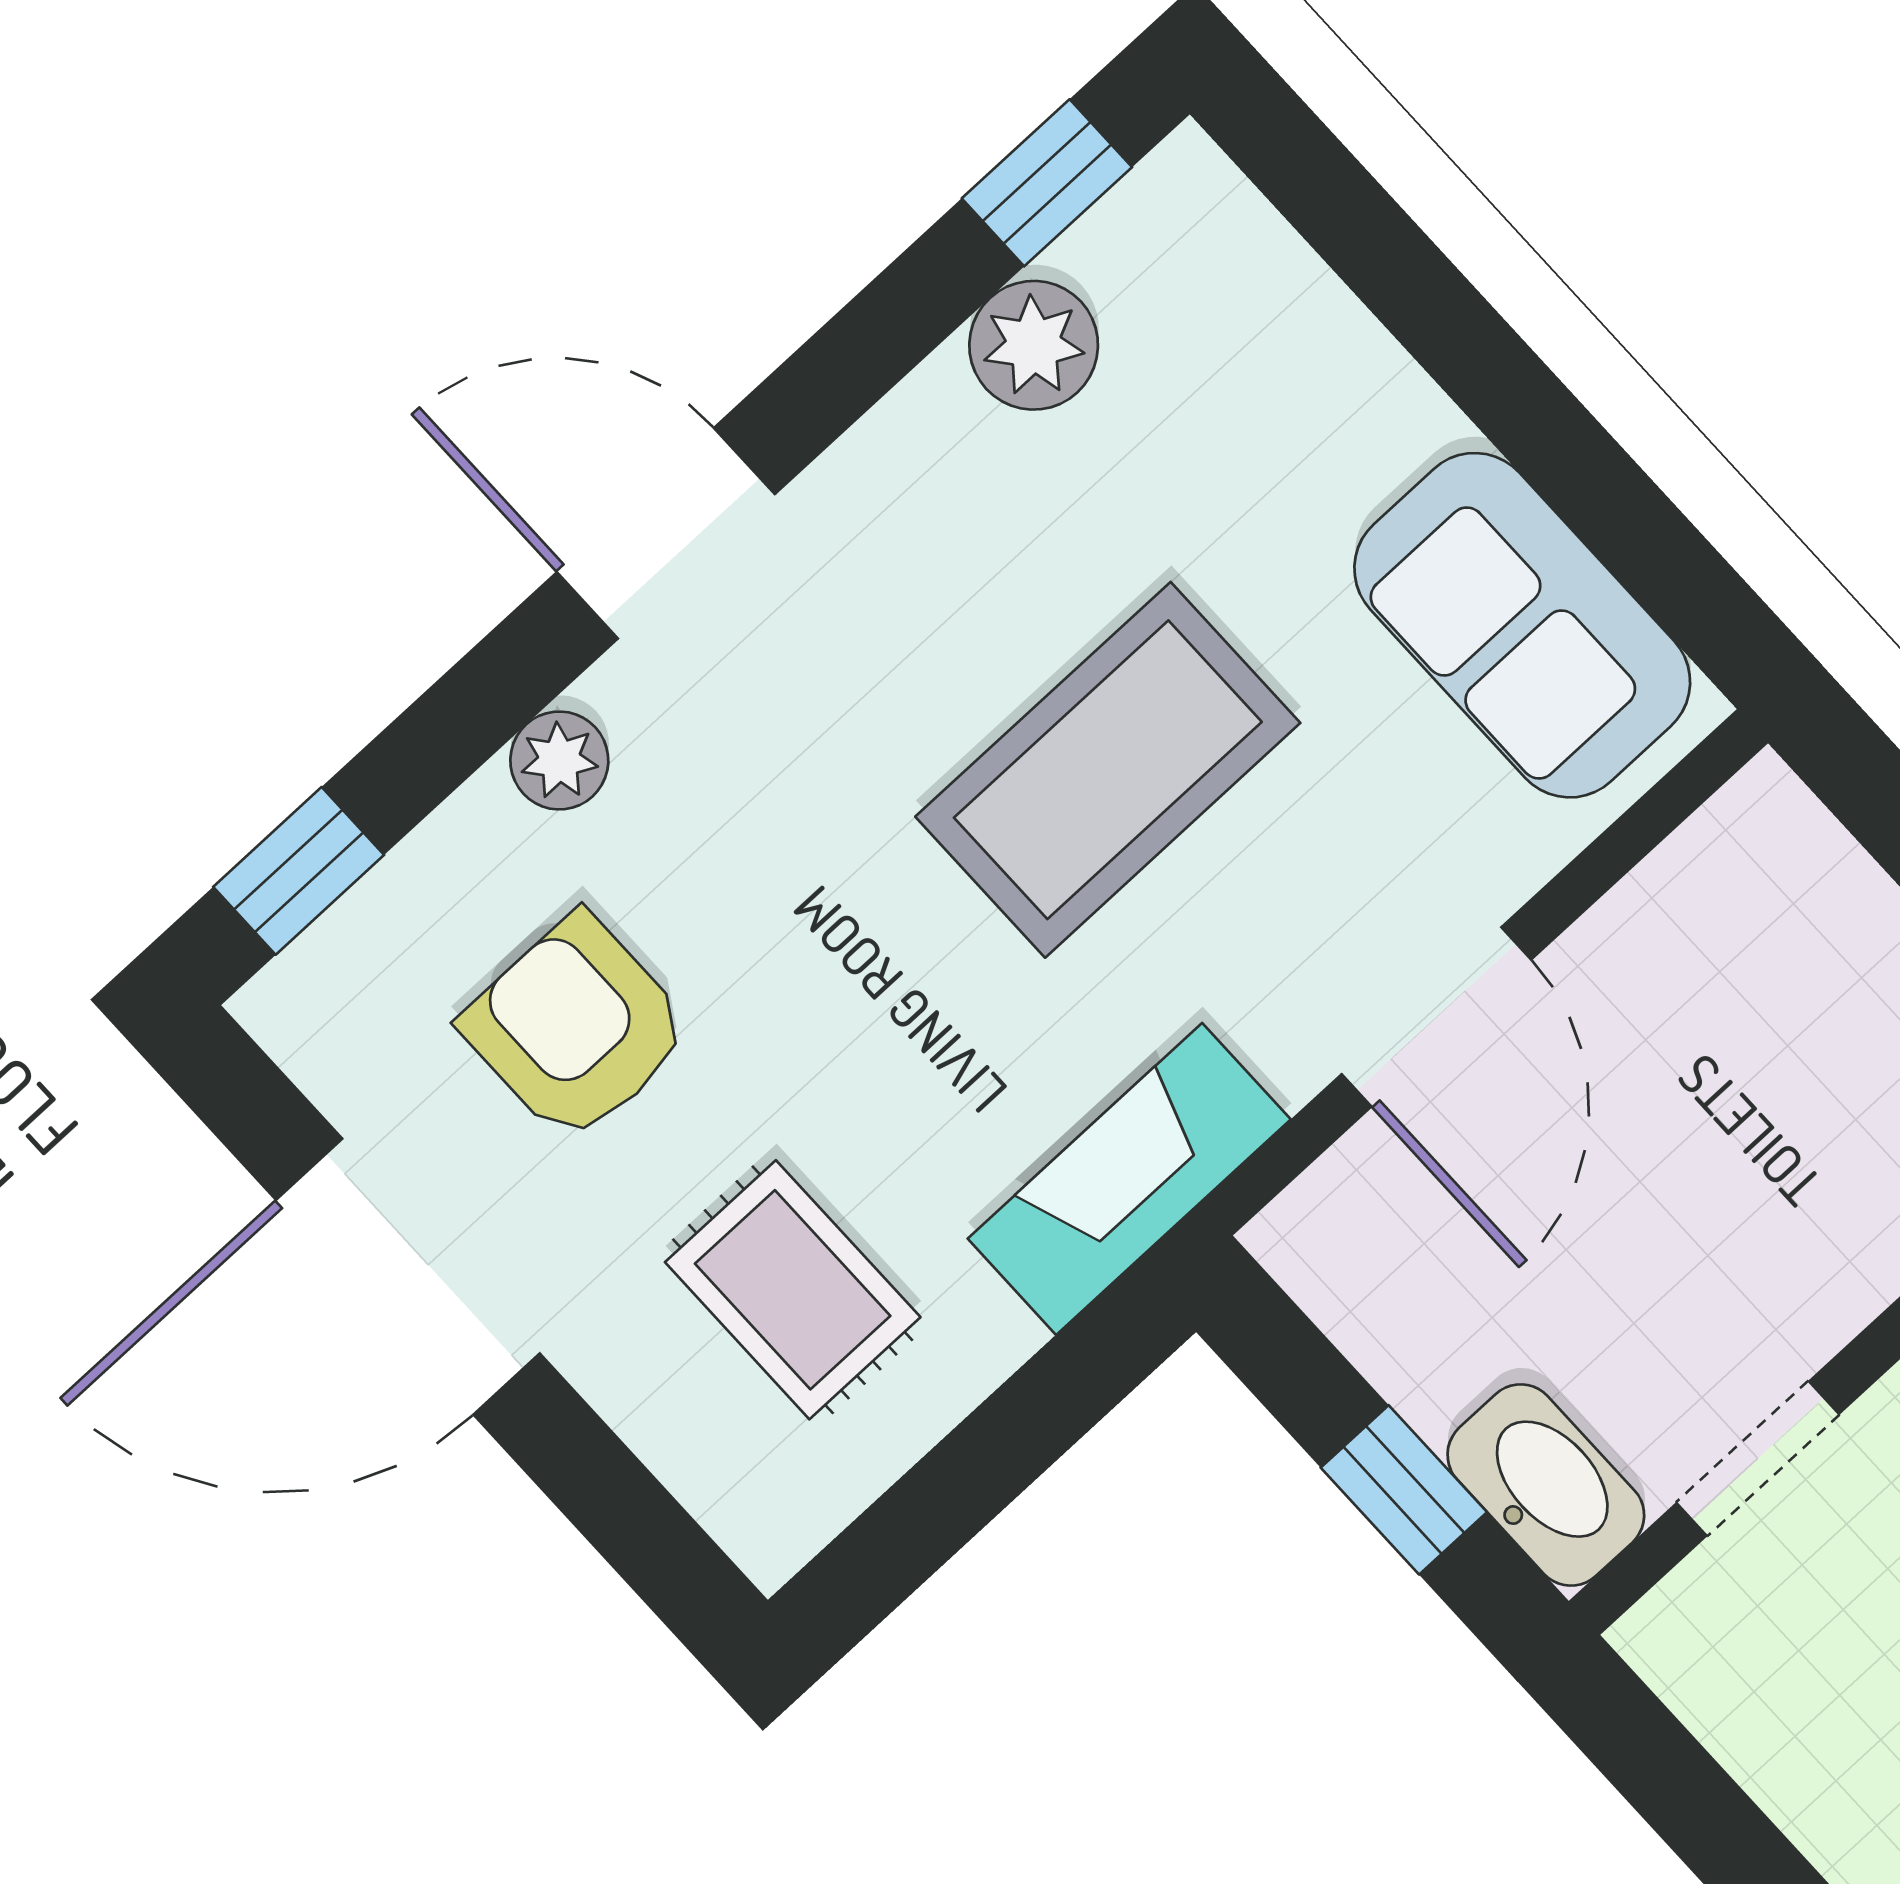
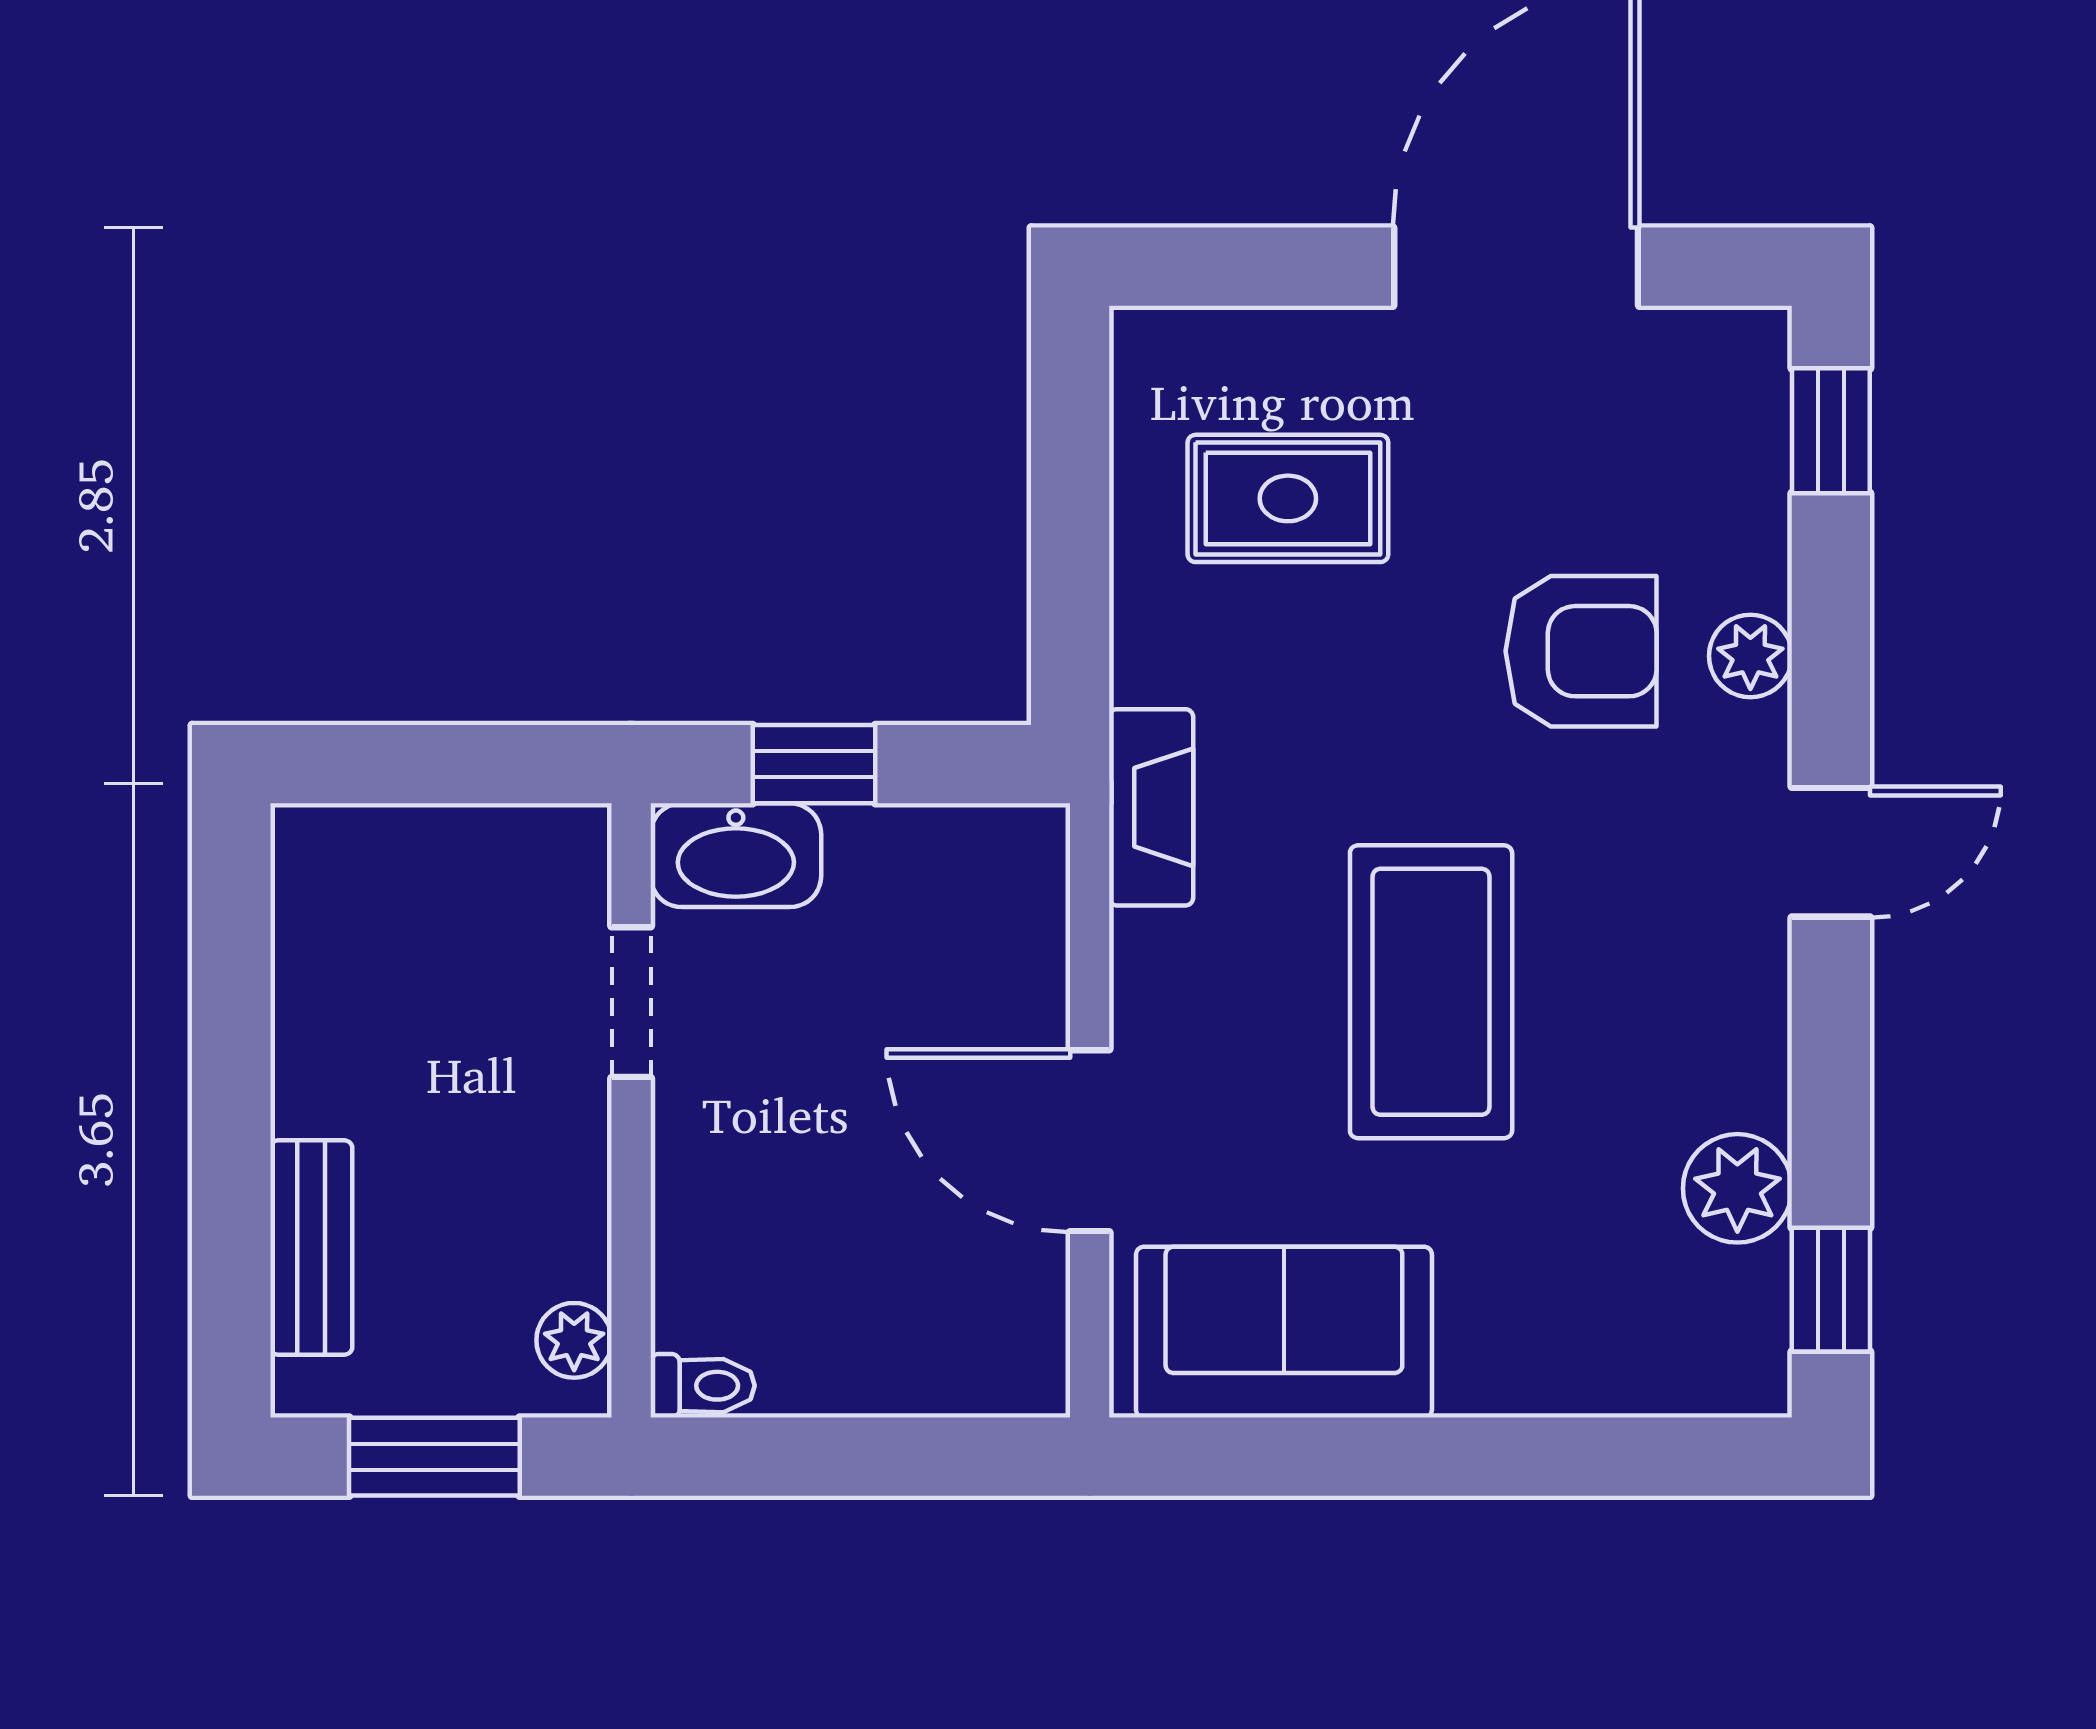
door: (666, 533) -> (1831, 852), width x0.73
door: (1436, 1017) -> (1090, 1141), moved
armchair: (577, 1028) -> (1581, 651), moved
fireplace: (1129, 1179) -> (1151, 807), width x0.73, depth x0.76

